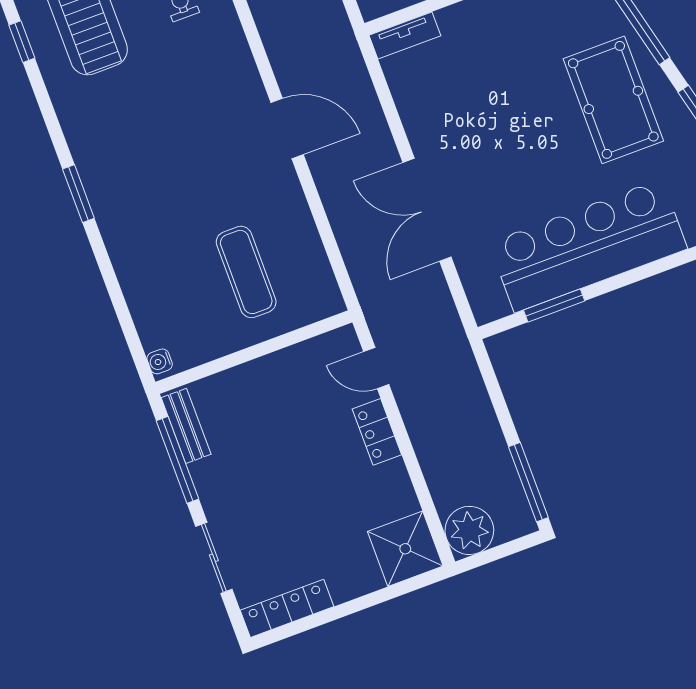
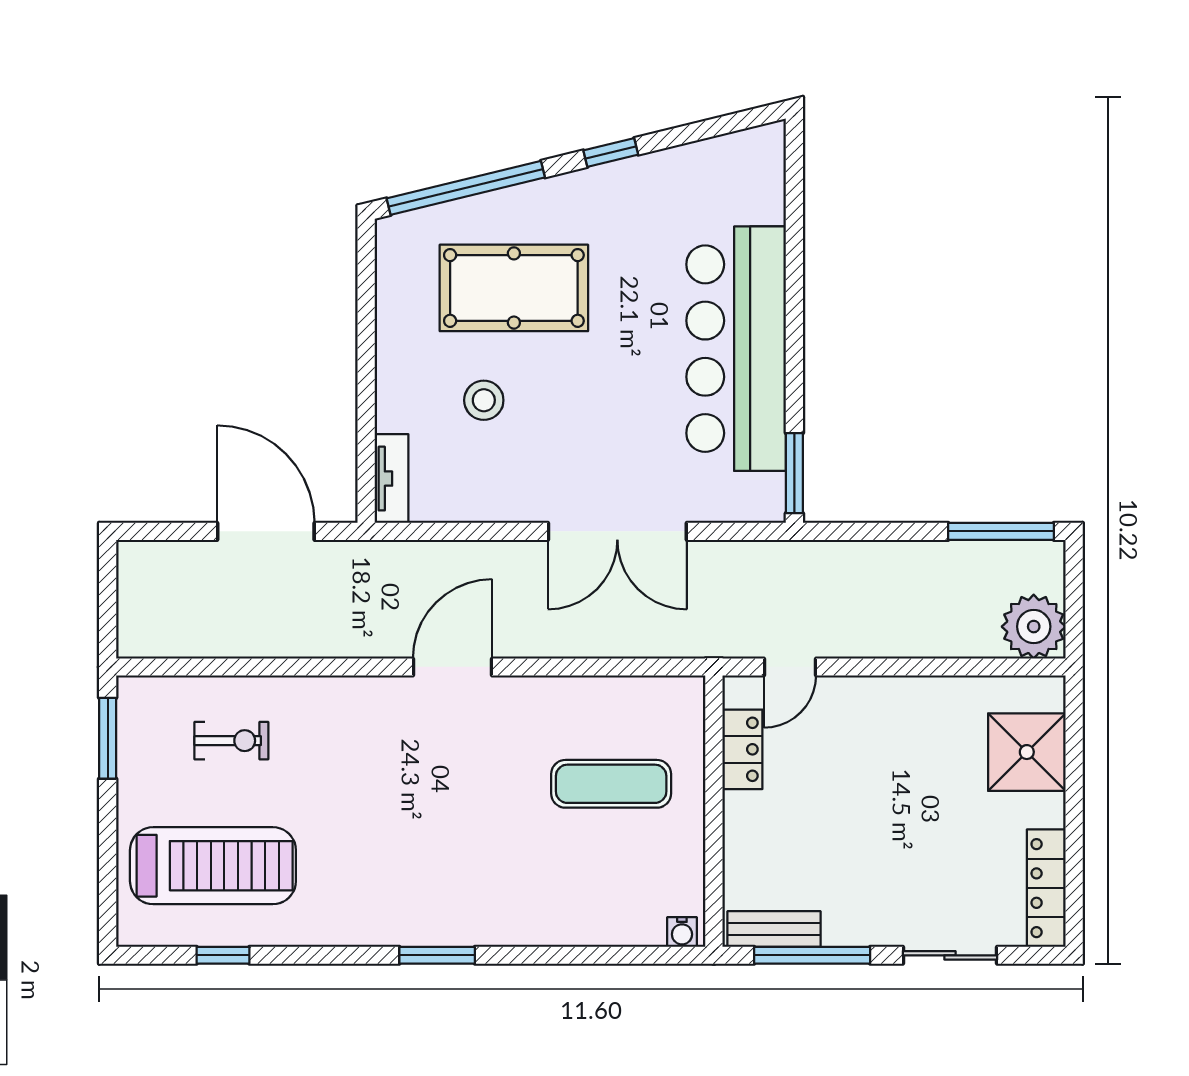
stool: (485, 80) -> (484, 400), added
pool table: (613, 100) -> (514, 288), moved
window: (554, 306) -> (794, 473), moved
locker: (377, 432) -> (742, 749), moved, turned -90
shower: (405, 549) -> (1027, 752), moved

